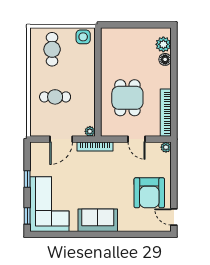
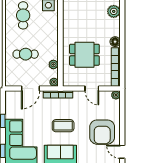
floor lamp: (165, 59) -> (115, 42), moved
dining table: (127, 98) -> (84, 55), turned 90
plant: (89, 110) -> (53, 64), added
coffee table: (101, 185) -> (63, 126), added

